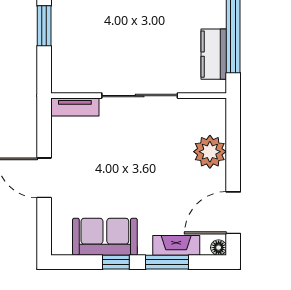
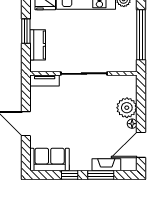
kitchen counter: (214, 54) -> (38, 45), moved, turned 180
sofa: (105, 237) -> (50, 159), moved
floor lamp: (219, 248) -> (132, 124), moved

